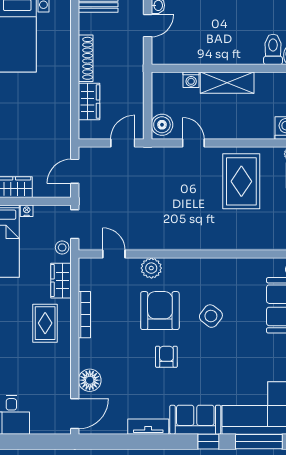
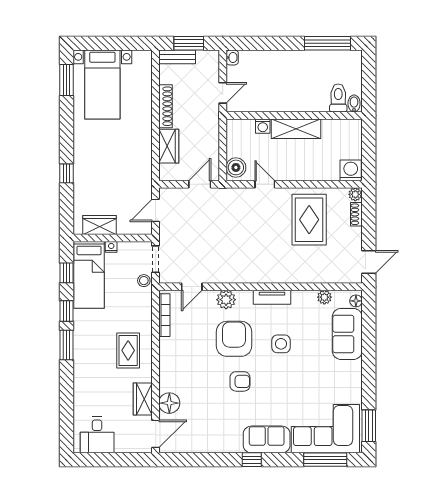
door: (148, 26) -> (223, 93), moved
door: (114, 254) -> (192, 287), swing flipped
plant: (258, 265) -> (324, 297), added
wardrobe: (61, 281) -> (143, 399), moved
bookcase: (84, 315) -> (164, 315), moved
side table: (211, 316) -> (281, 344), turned -38
armchair: (166, 357) -> (240, 381), turned 90
tv unit: (148, 427) -> (272, 297), moved, turned 180
window: (208, 442) -> (252, 460), moved

